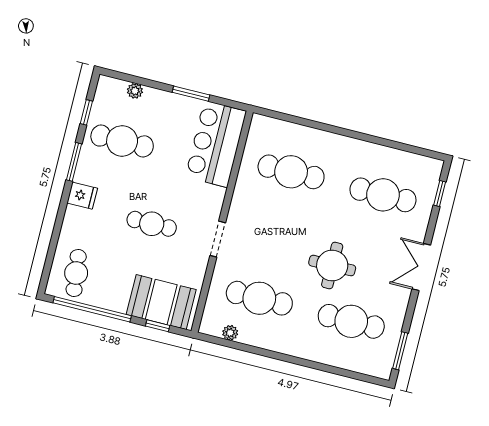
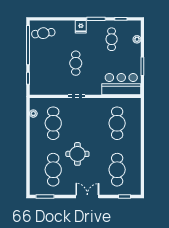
cafe table: (122, 141) -> (112, 39), width x0.73, depth x0.74
booth: (161, 302) -> (40, 77), removed

